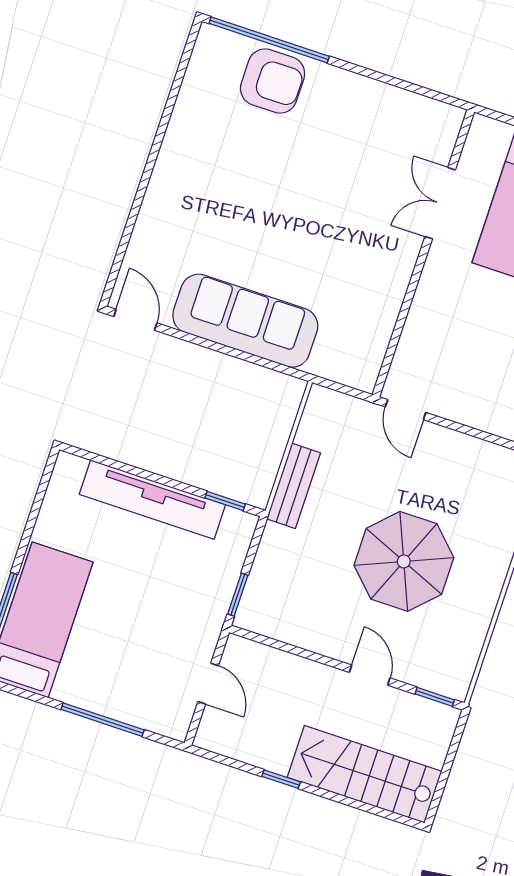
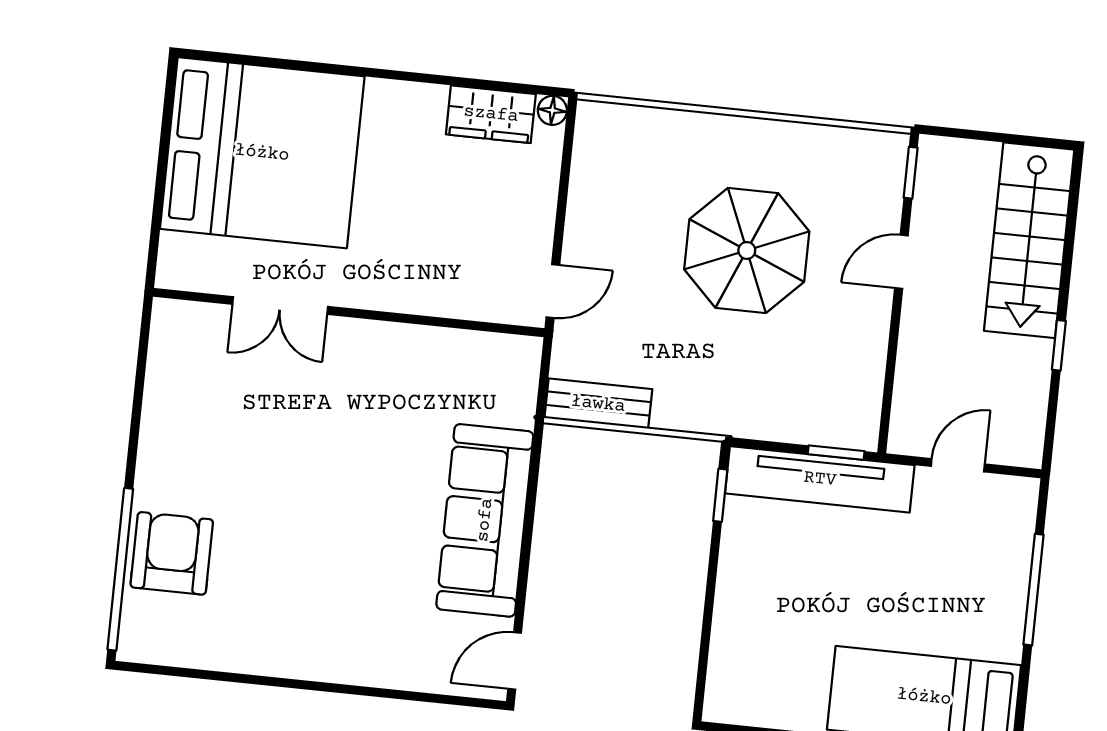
bench: (294, 486) -> (598, 404), moved
tv unit: (152, 500) -> (820, 479), moved, turned 90

